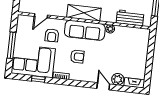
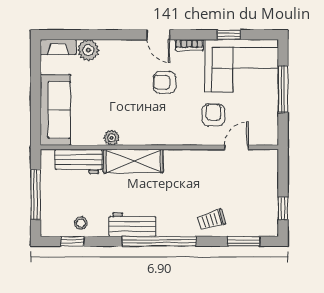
shelving: (84, 13) -> (133, 161), moved
sofa: (85, 30) -> (55, 110), moved, turned 90
door: (103, 86) -> (158, 35), moved

